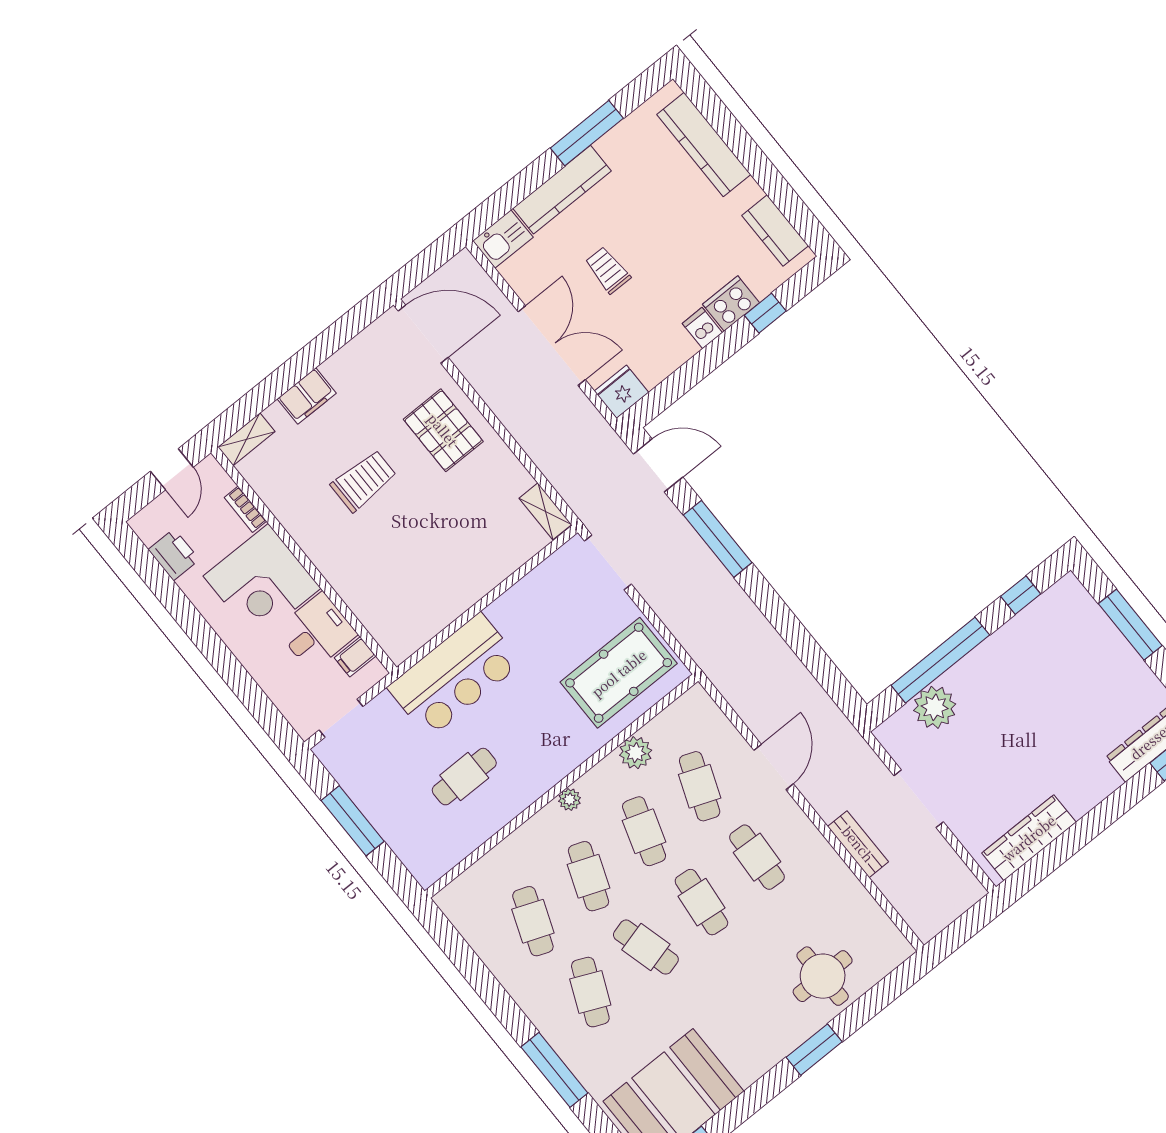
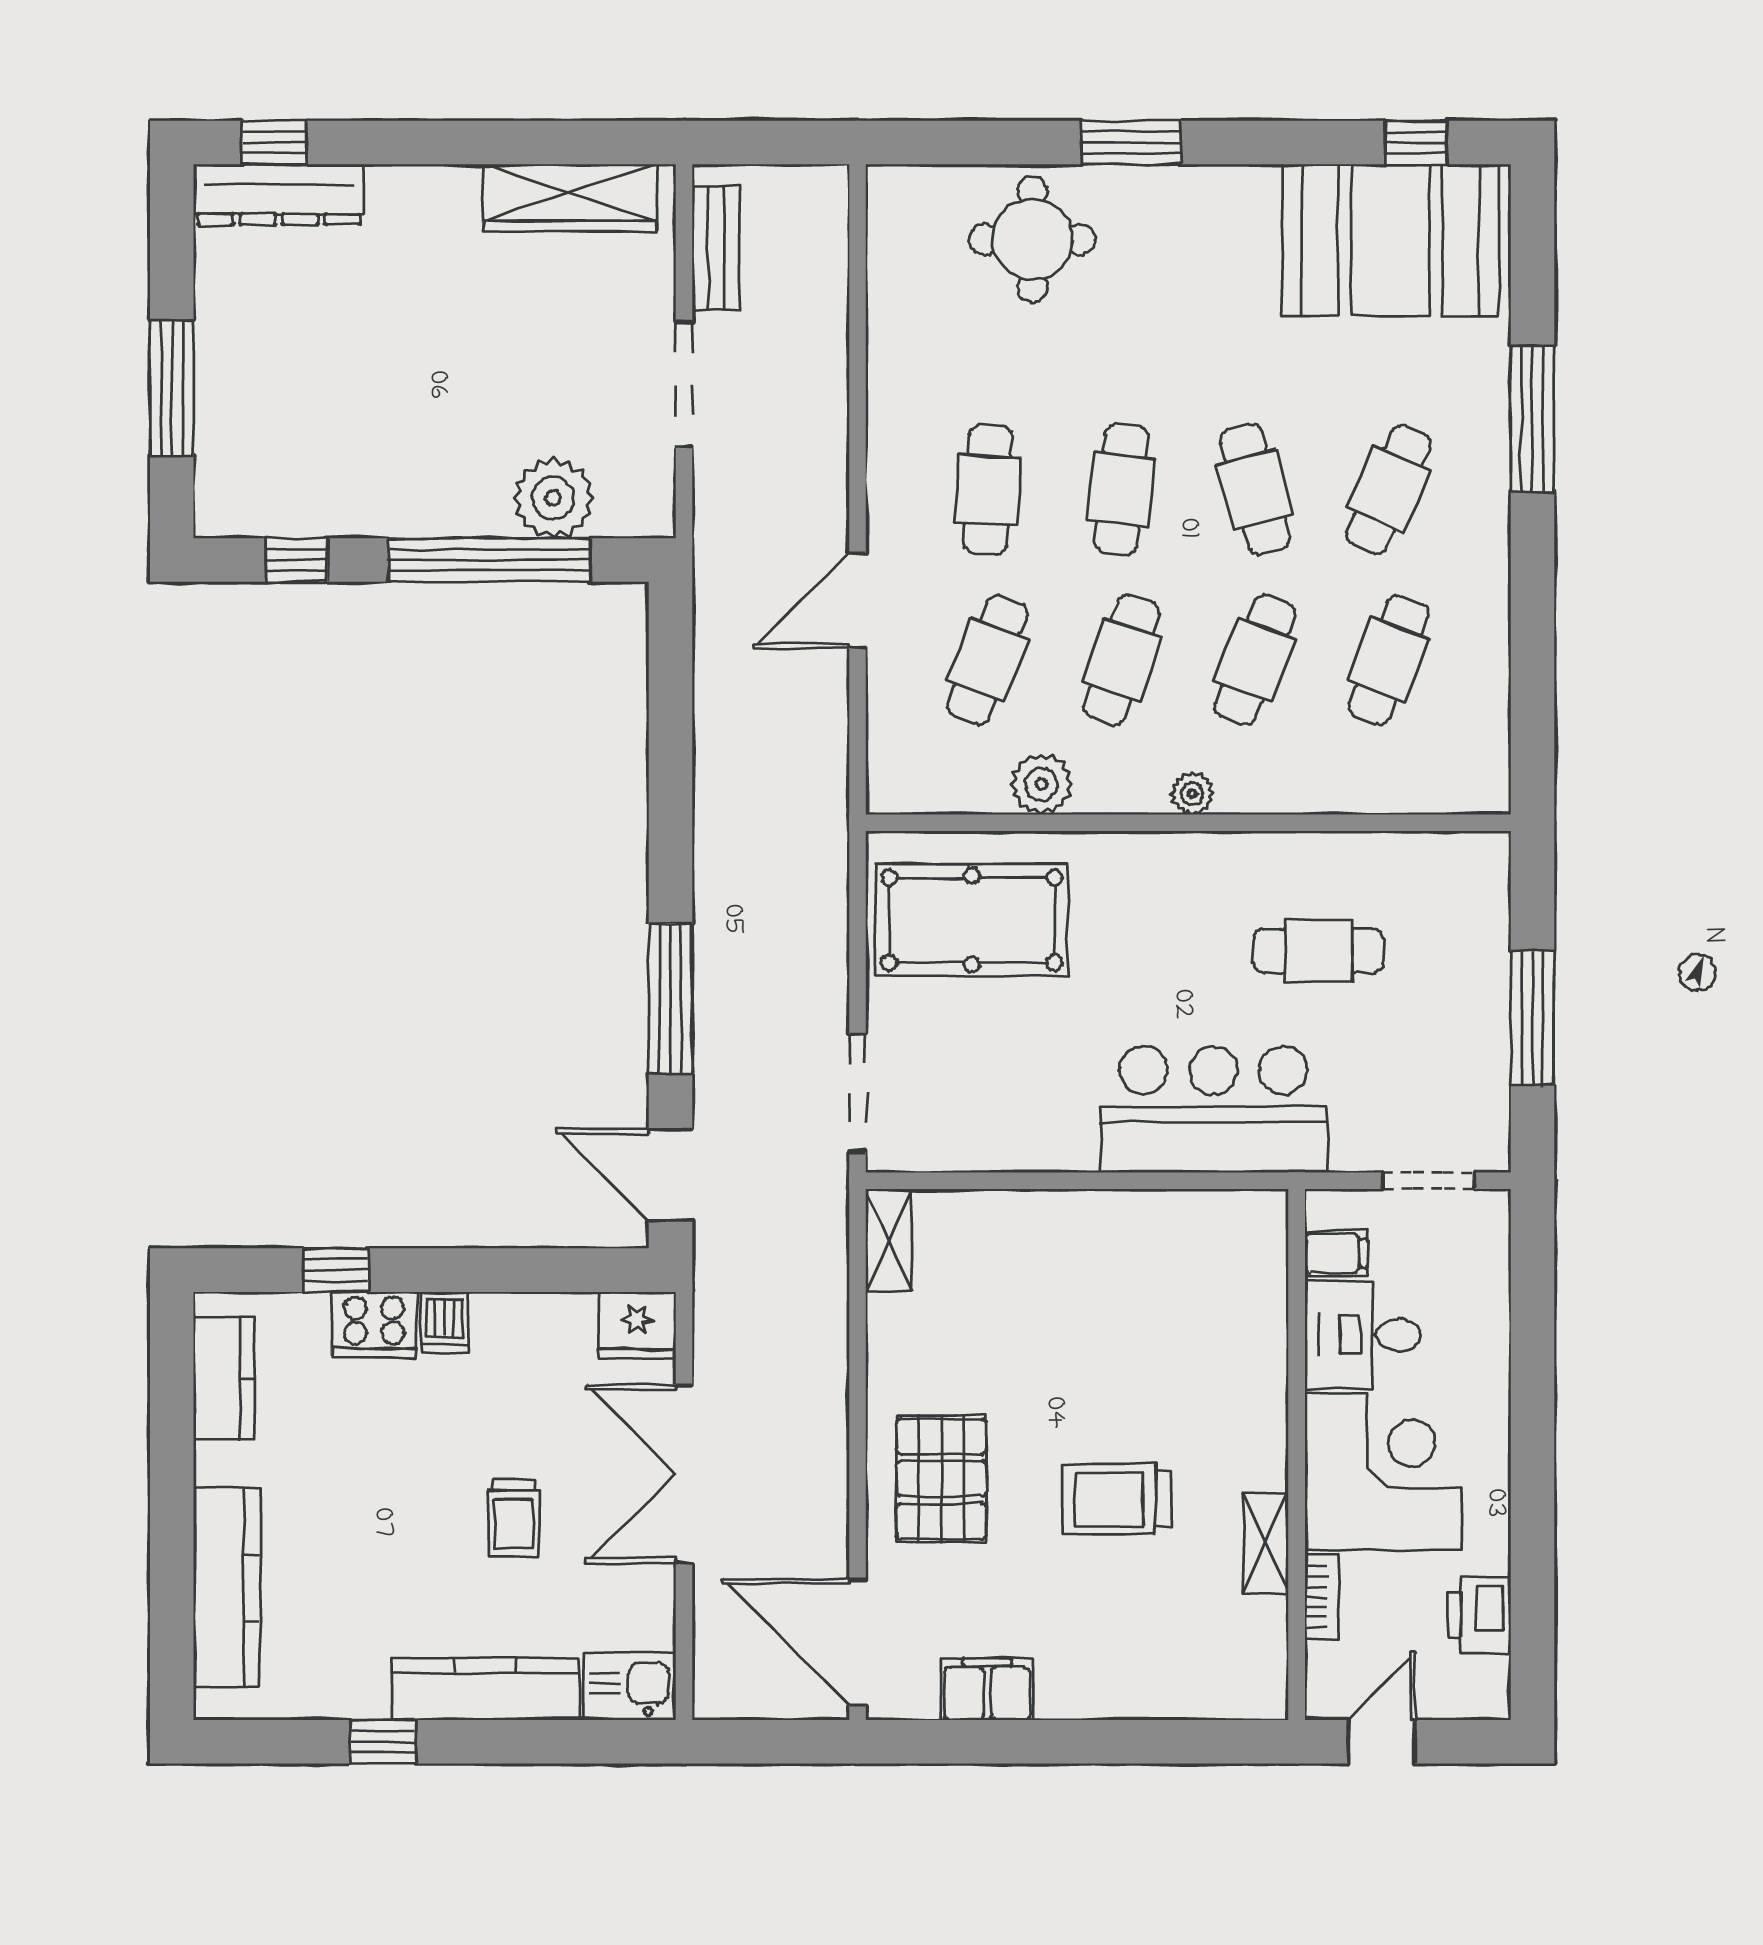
window: (587, 133) -> (383, 1742), width x0.46
filing cabinet: (307, 396) -> (987, 1689), moved
shelving: (246, 439) -> (1266, 1543), moved, turned 90
bench: (858, 844) -> (716, 249), moved

